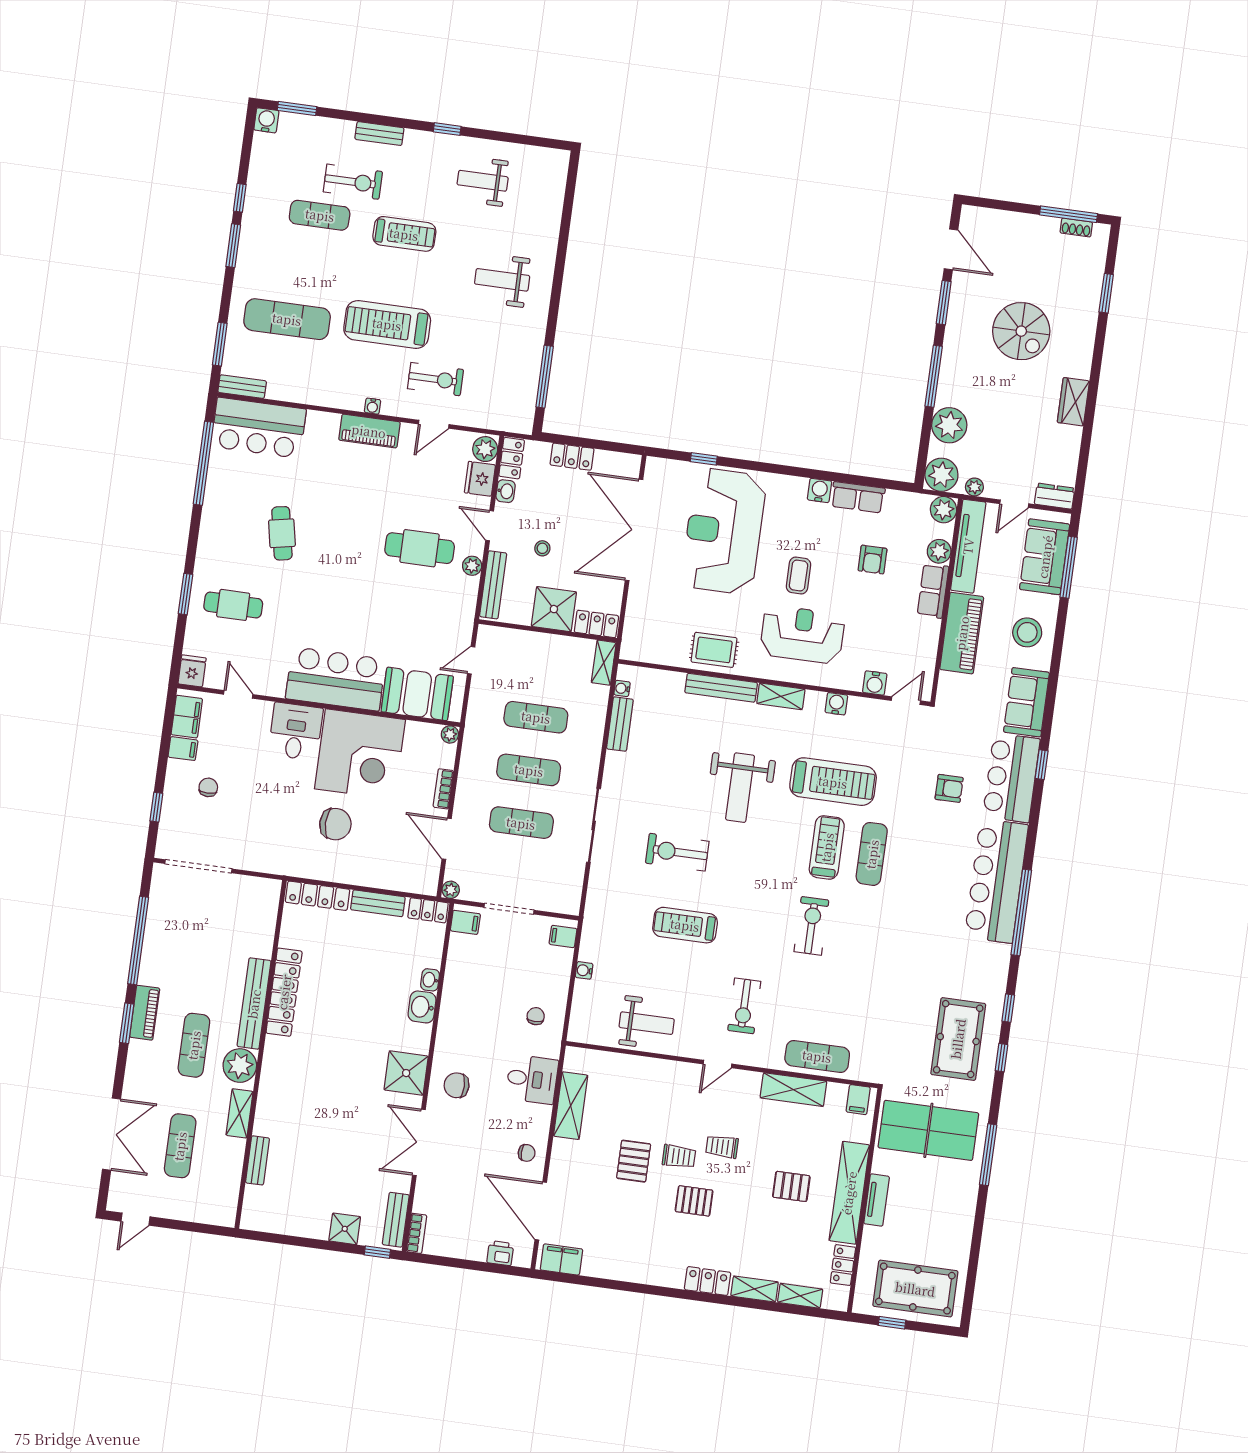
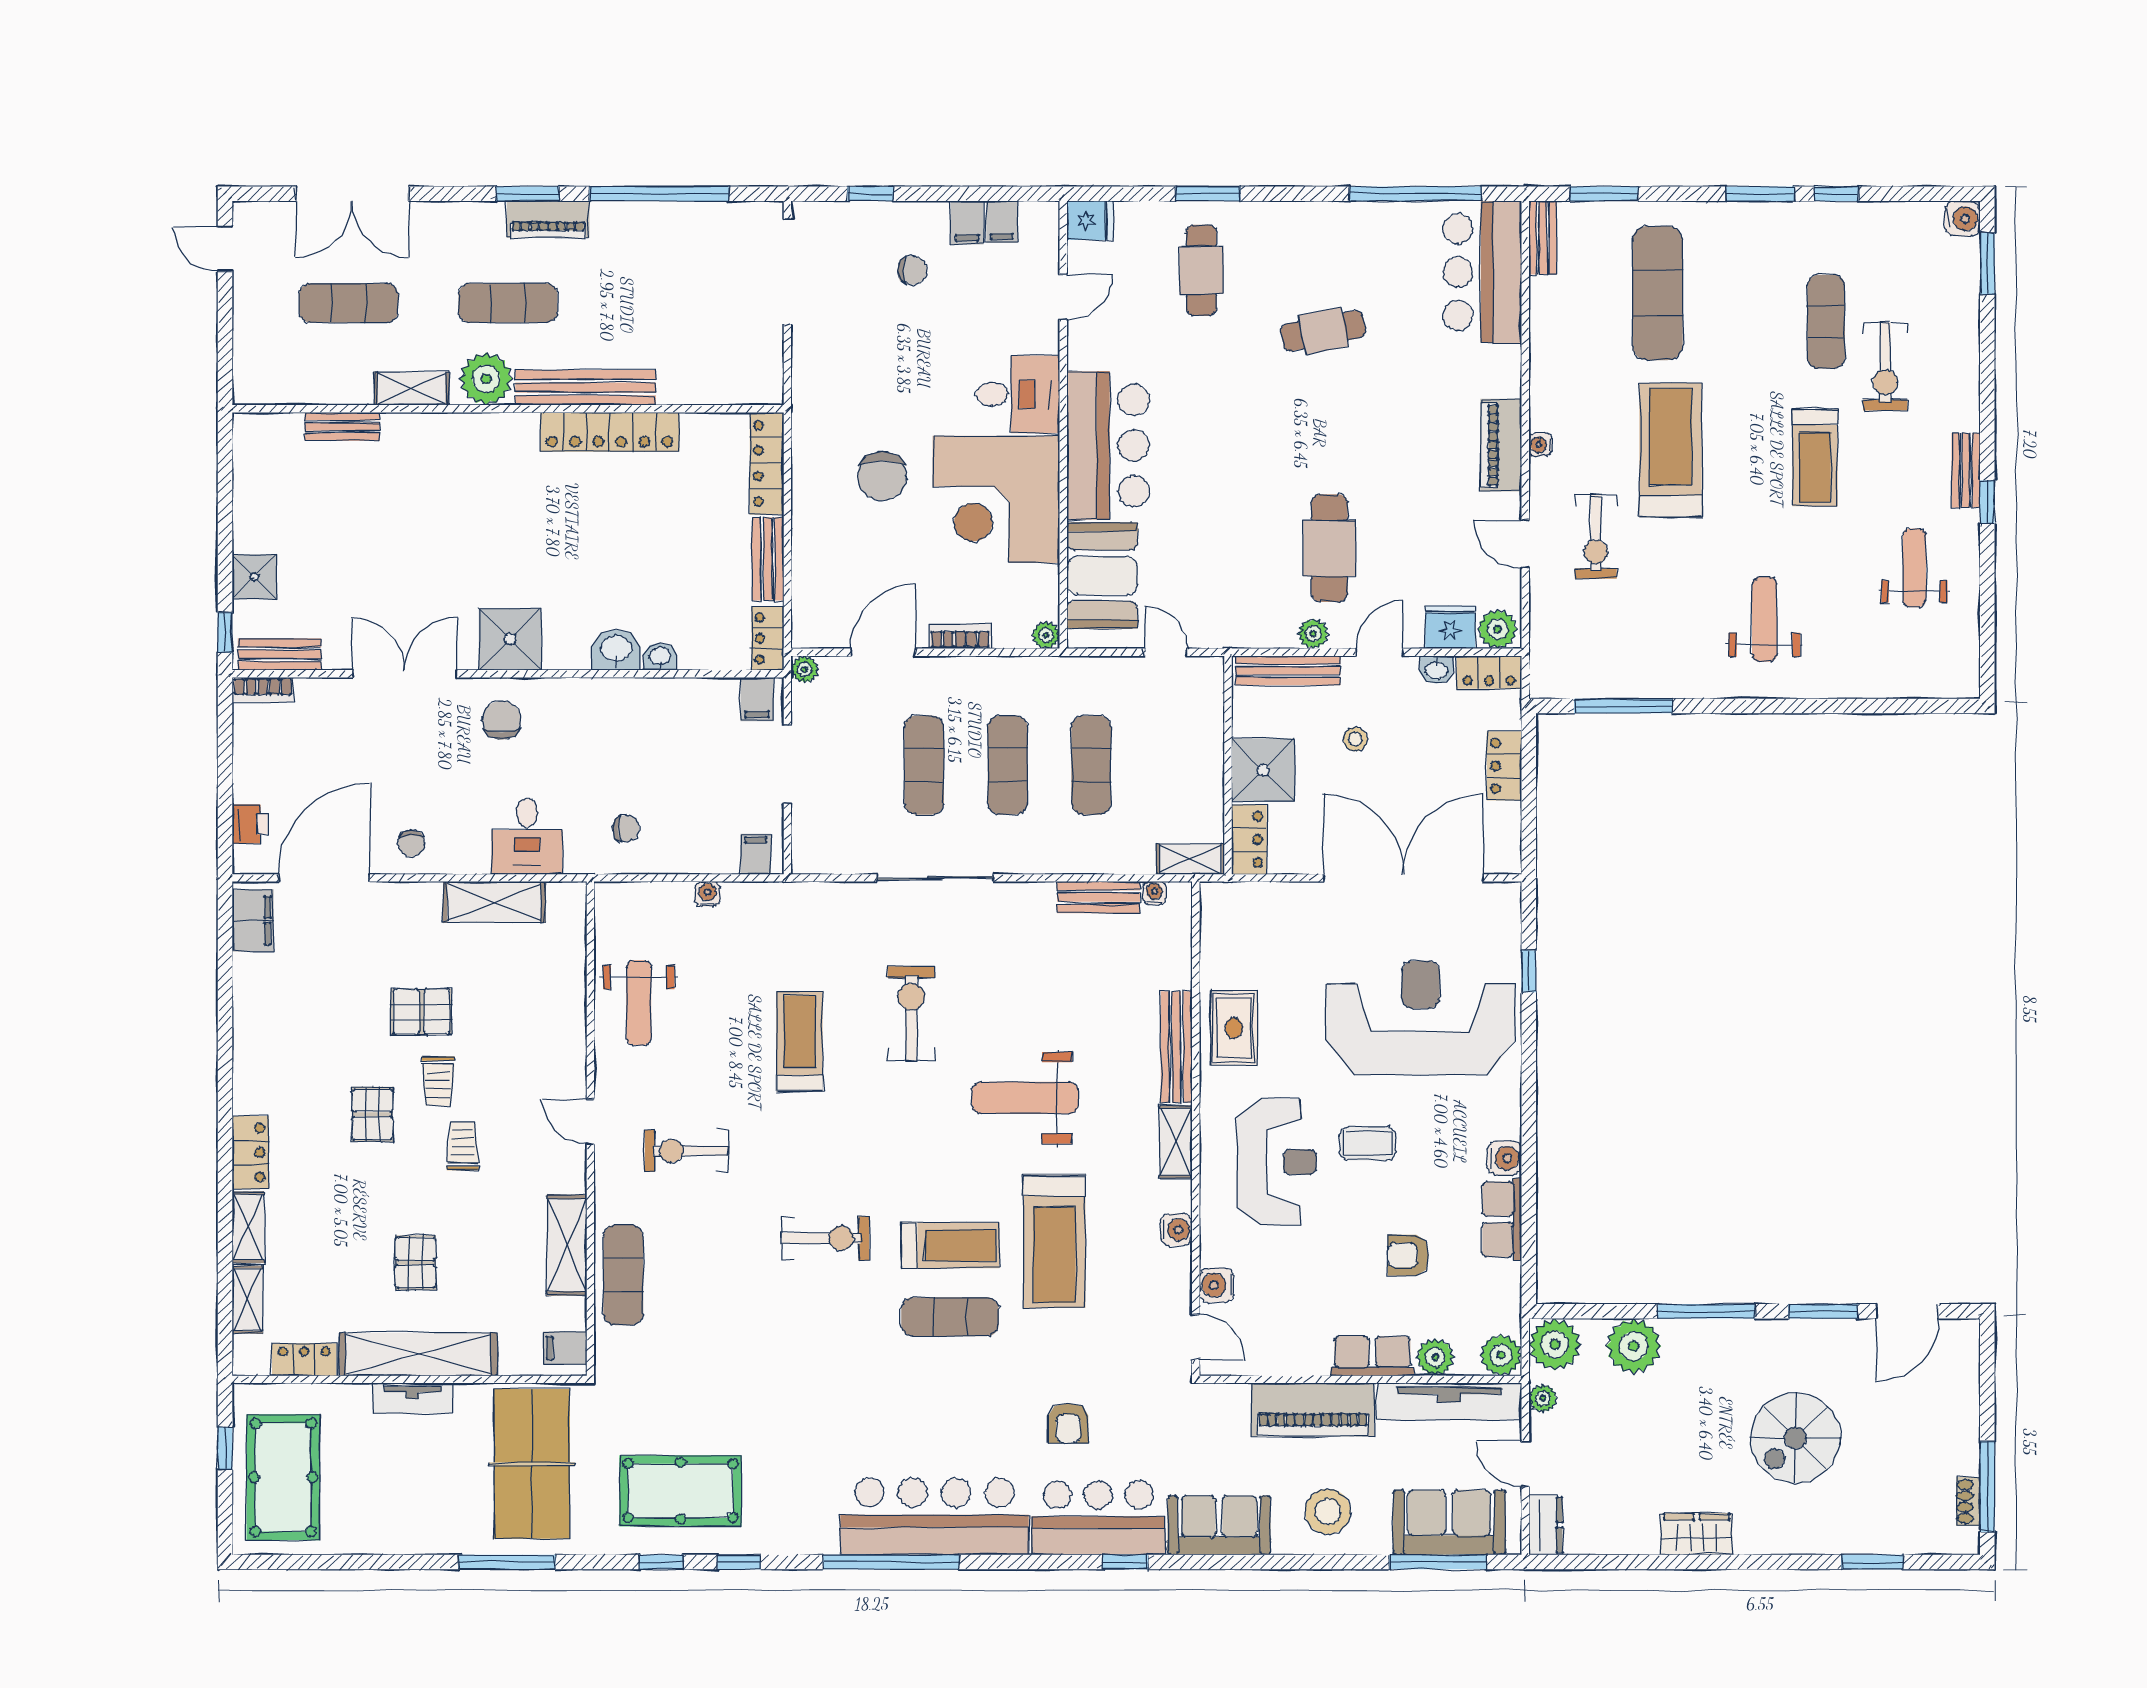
bench: (379, 134) -> (1966, 470), moved
filing cabinet: (187, 717) -> (1002, 222), width x0.50

